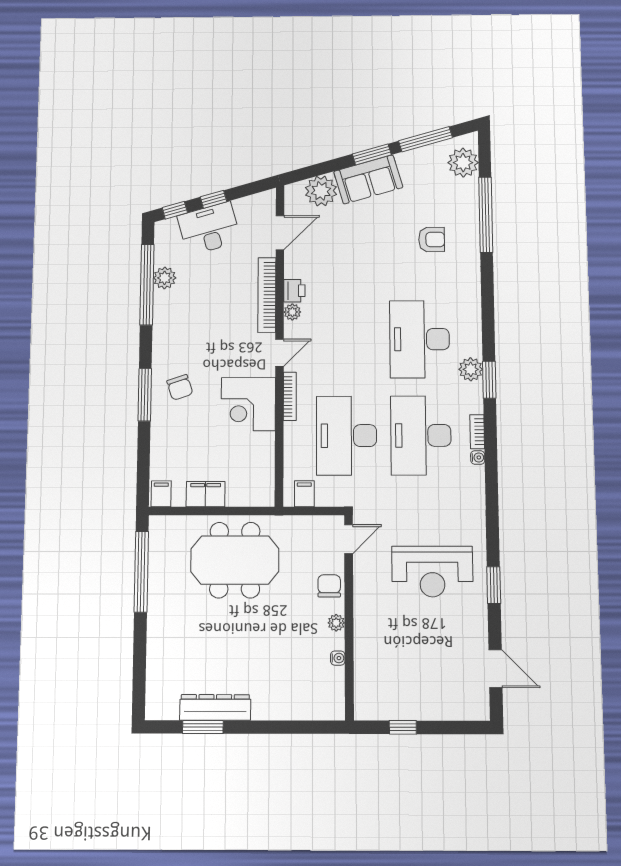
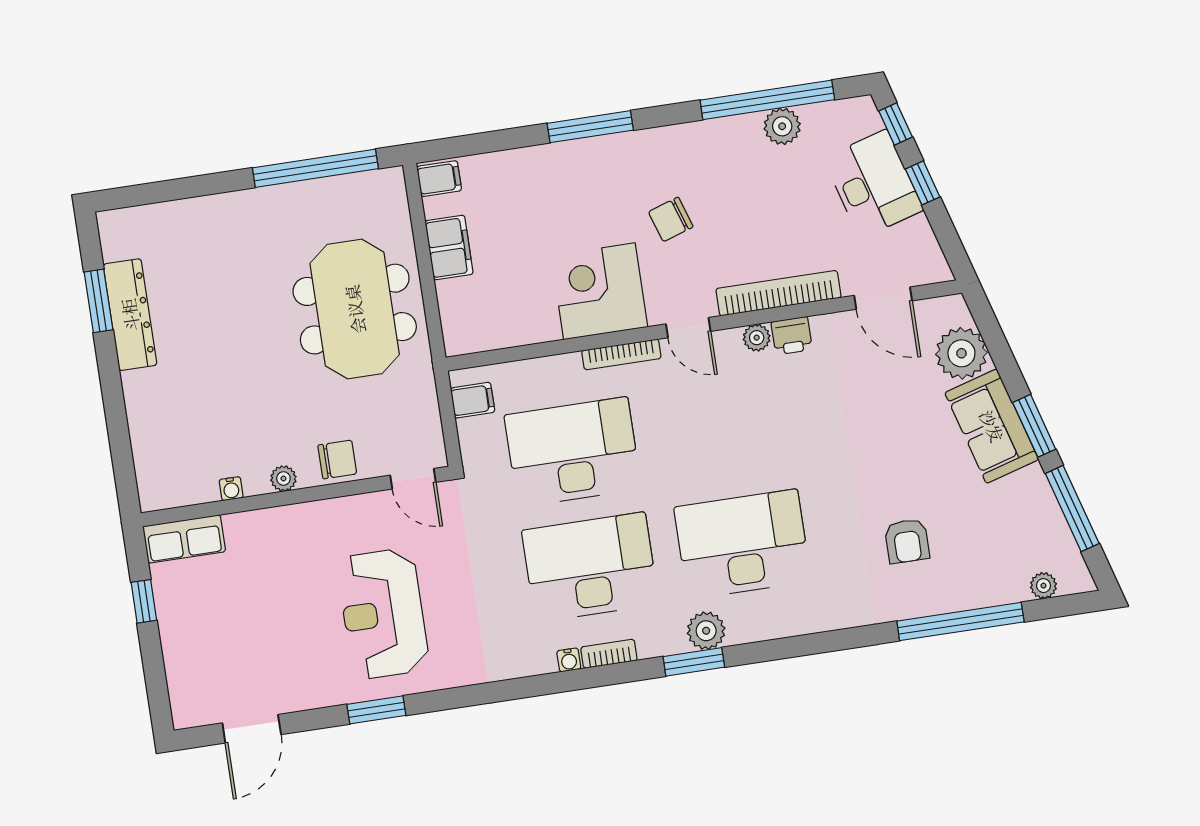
plant: (463, 163) -> (1043, 586), width x0.53, depth x0.53
chair: (180, 387) -> (671, 219), moved
row of seats: (366, 694) -> (184, 539), added

